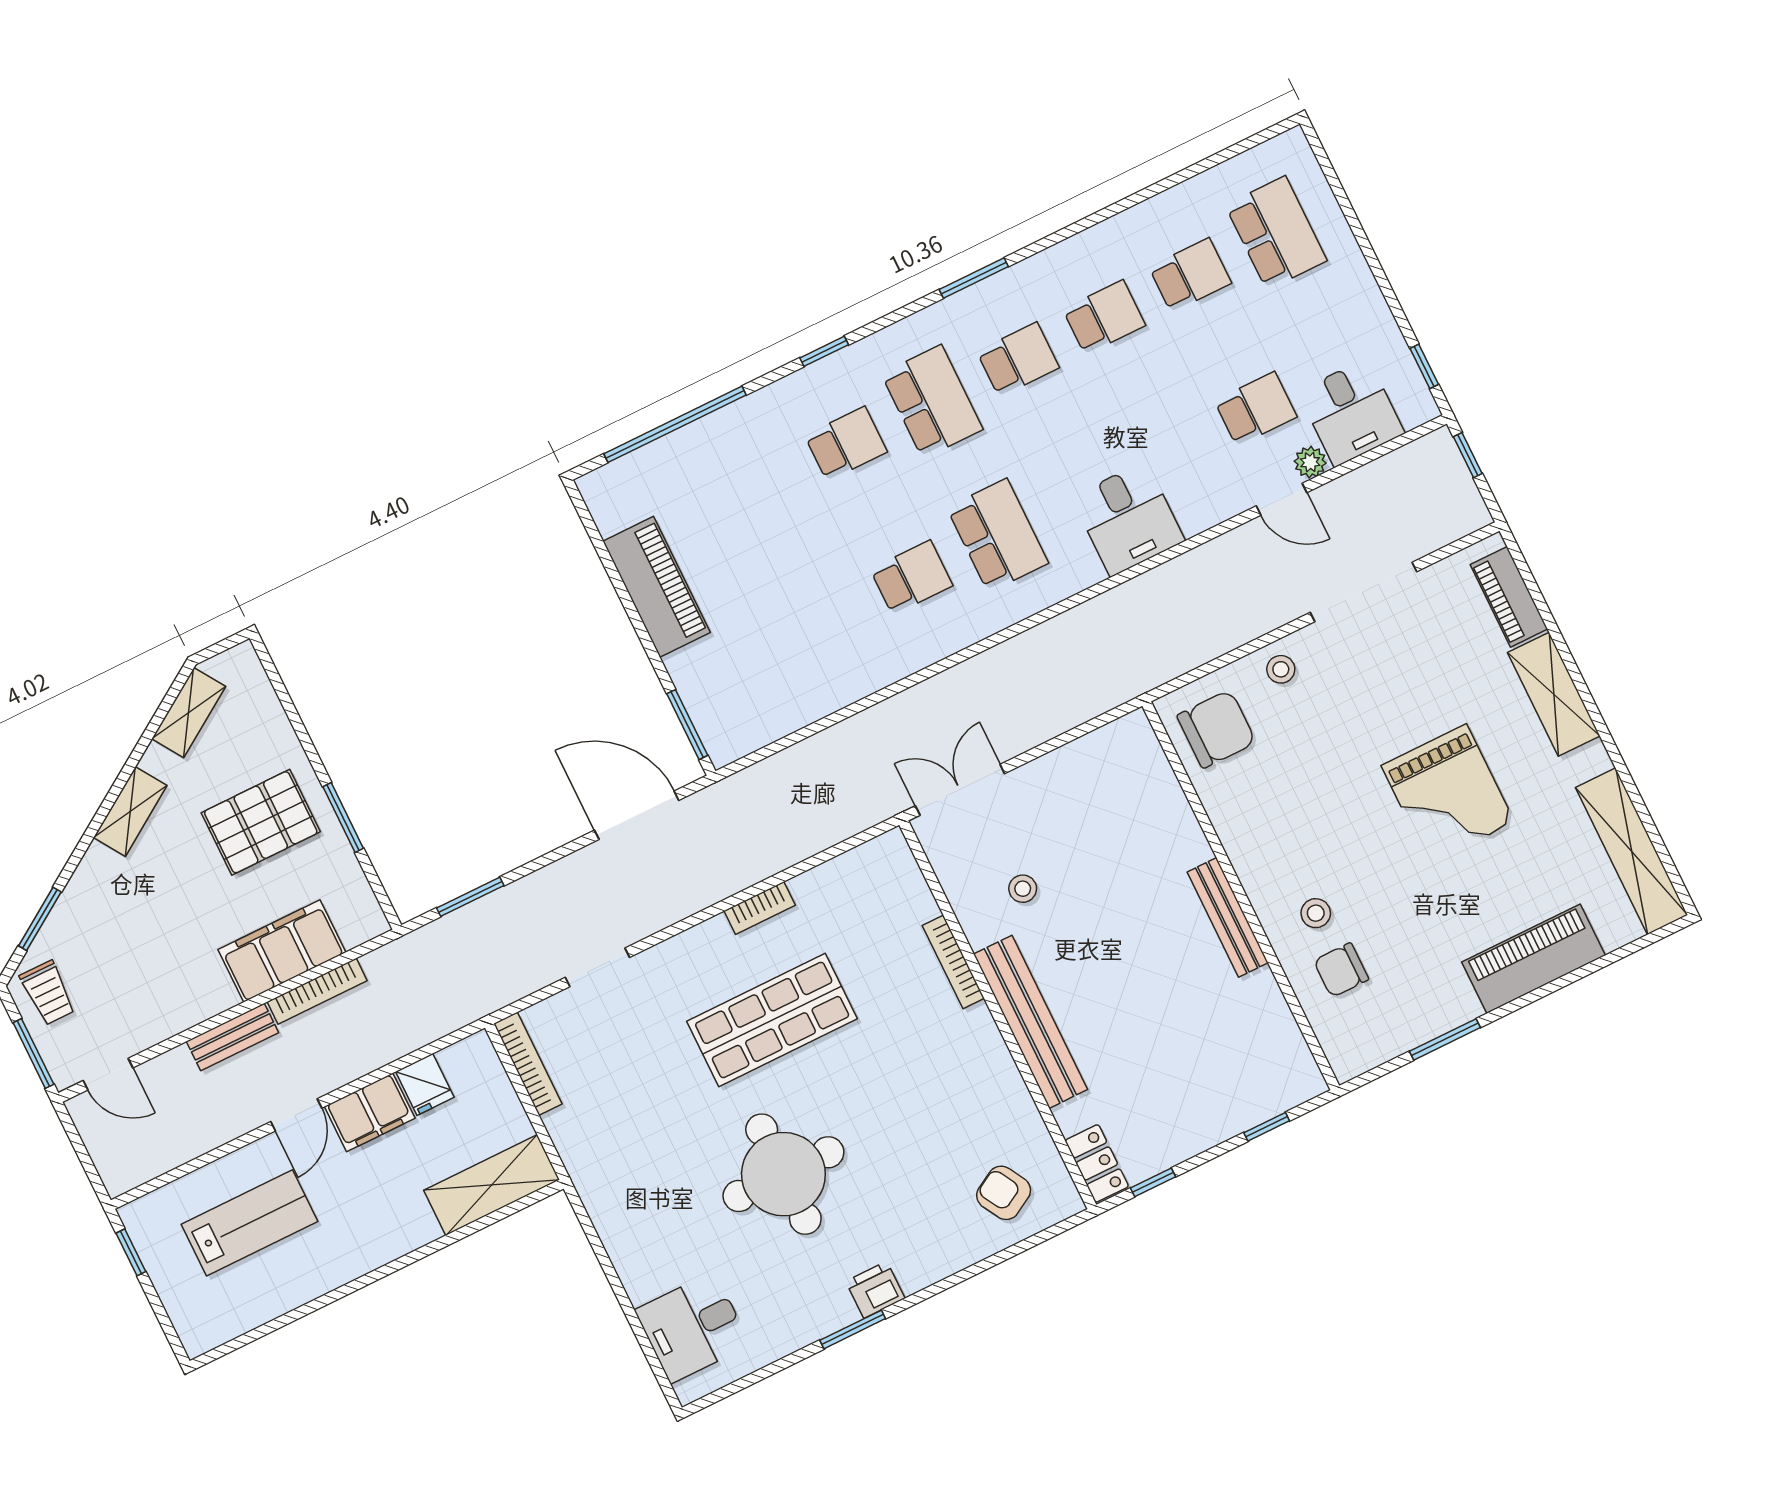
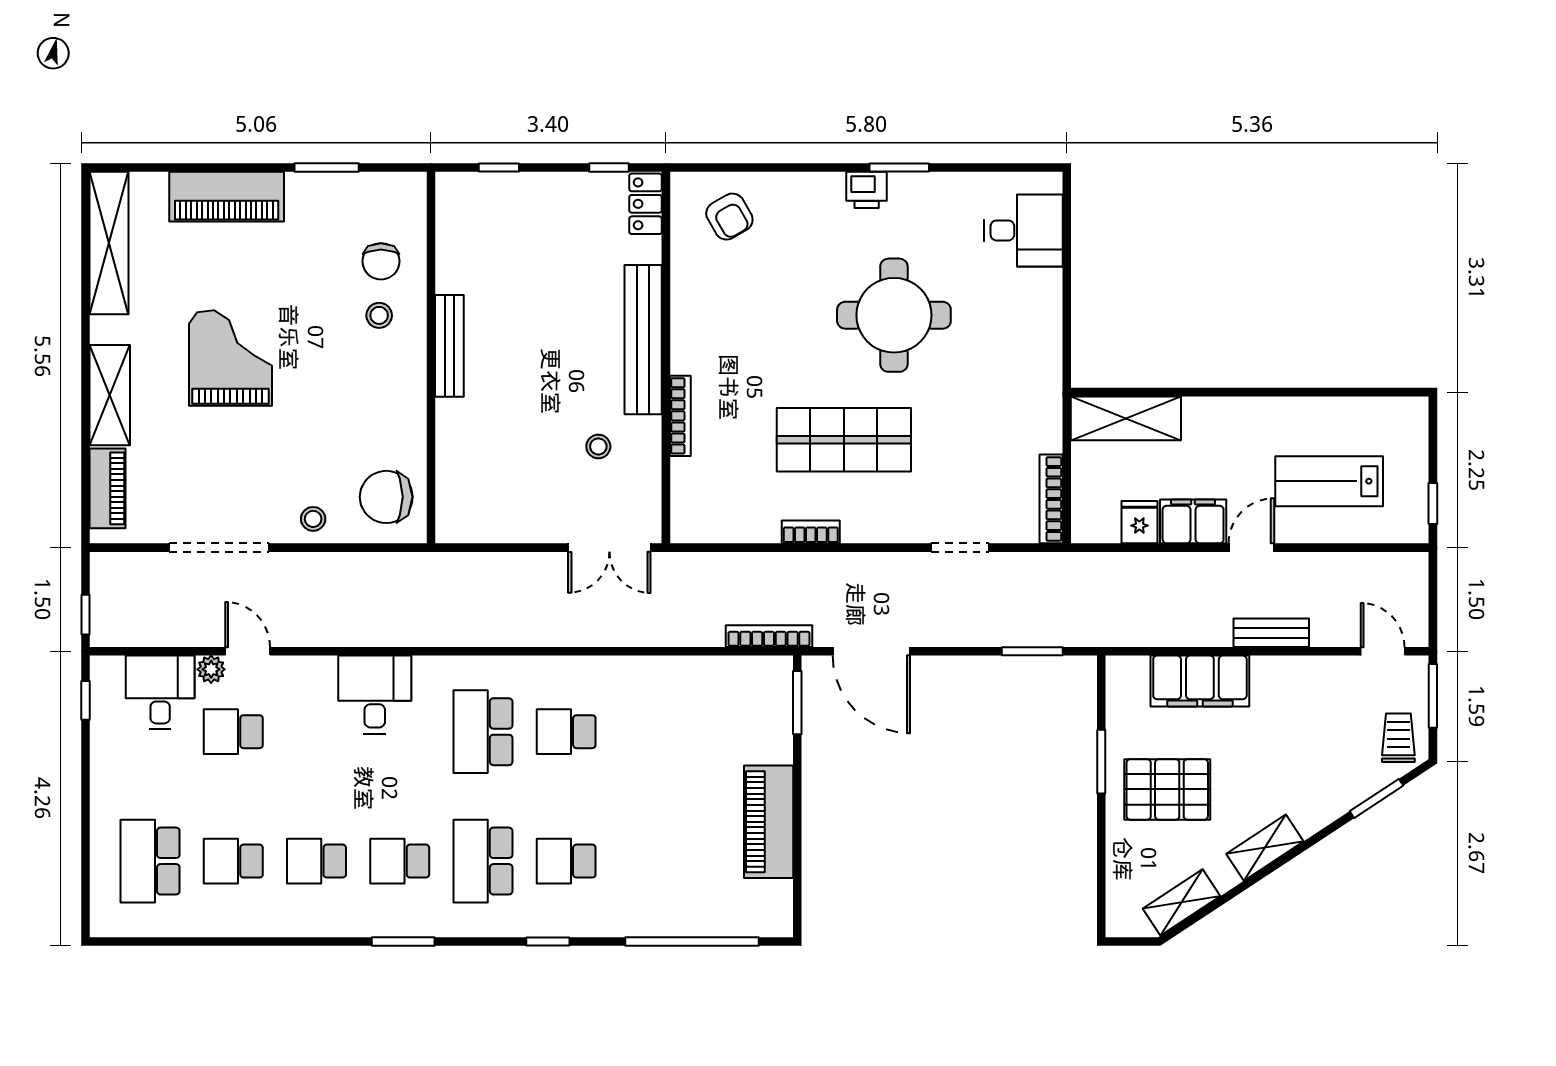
chair: (1341, 970) -> (381, 261), turned 90
bookcase: (317, 991) -> (769, 636), moved

